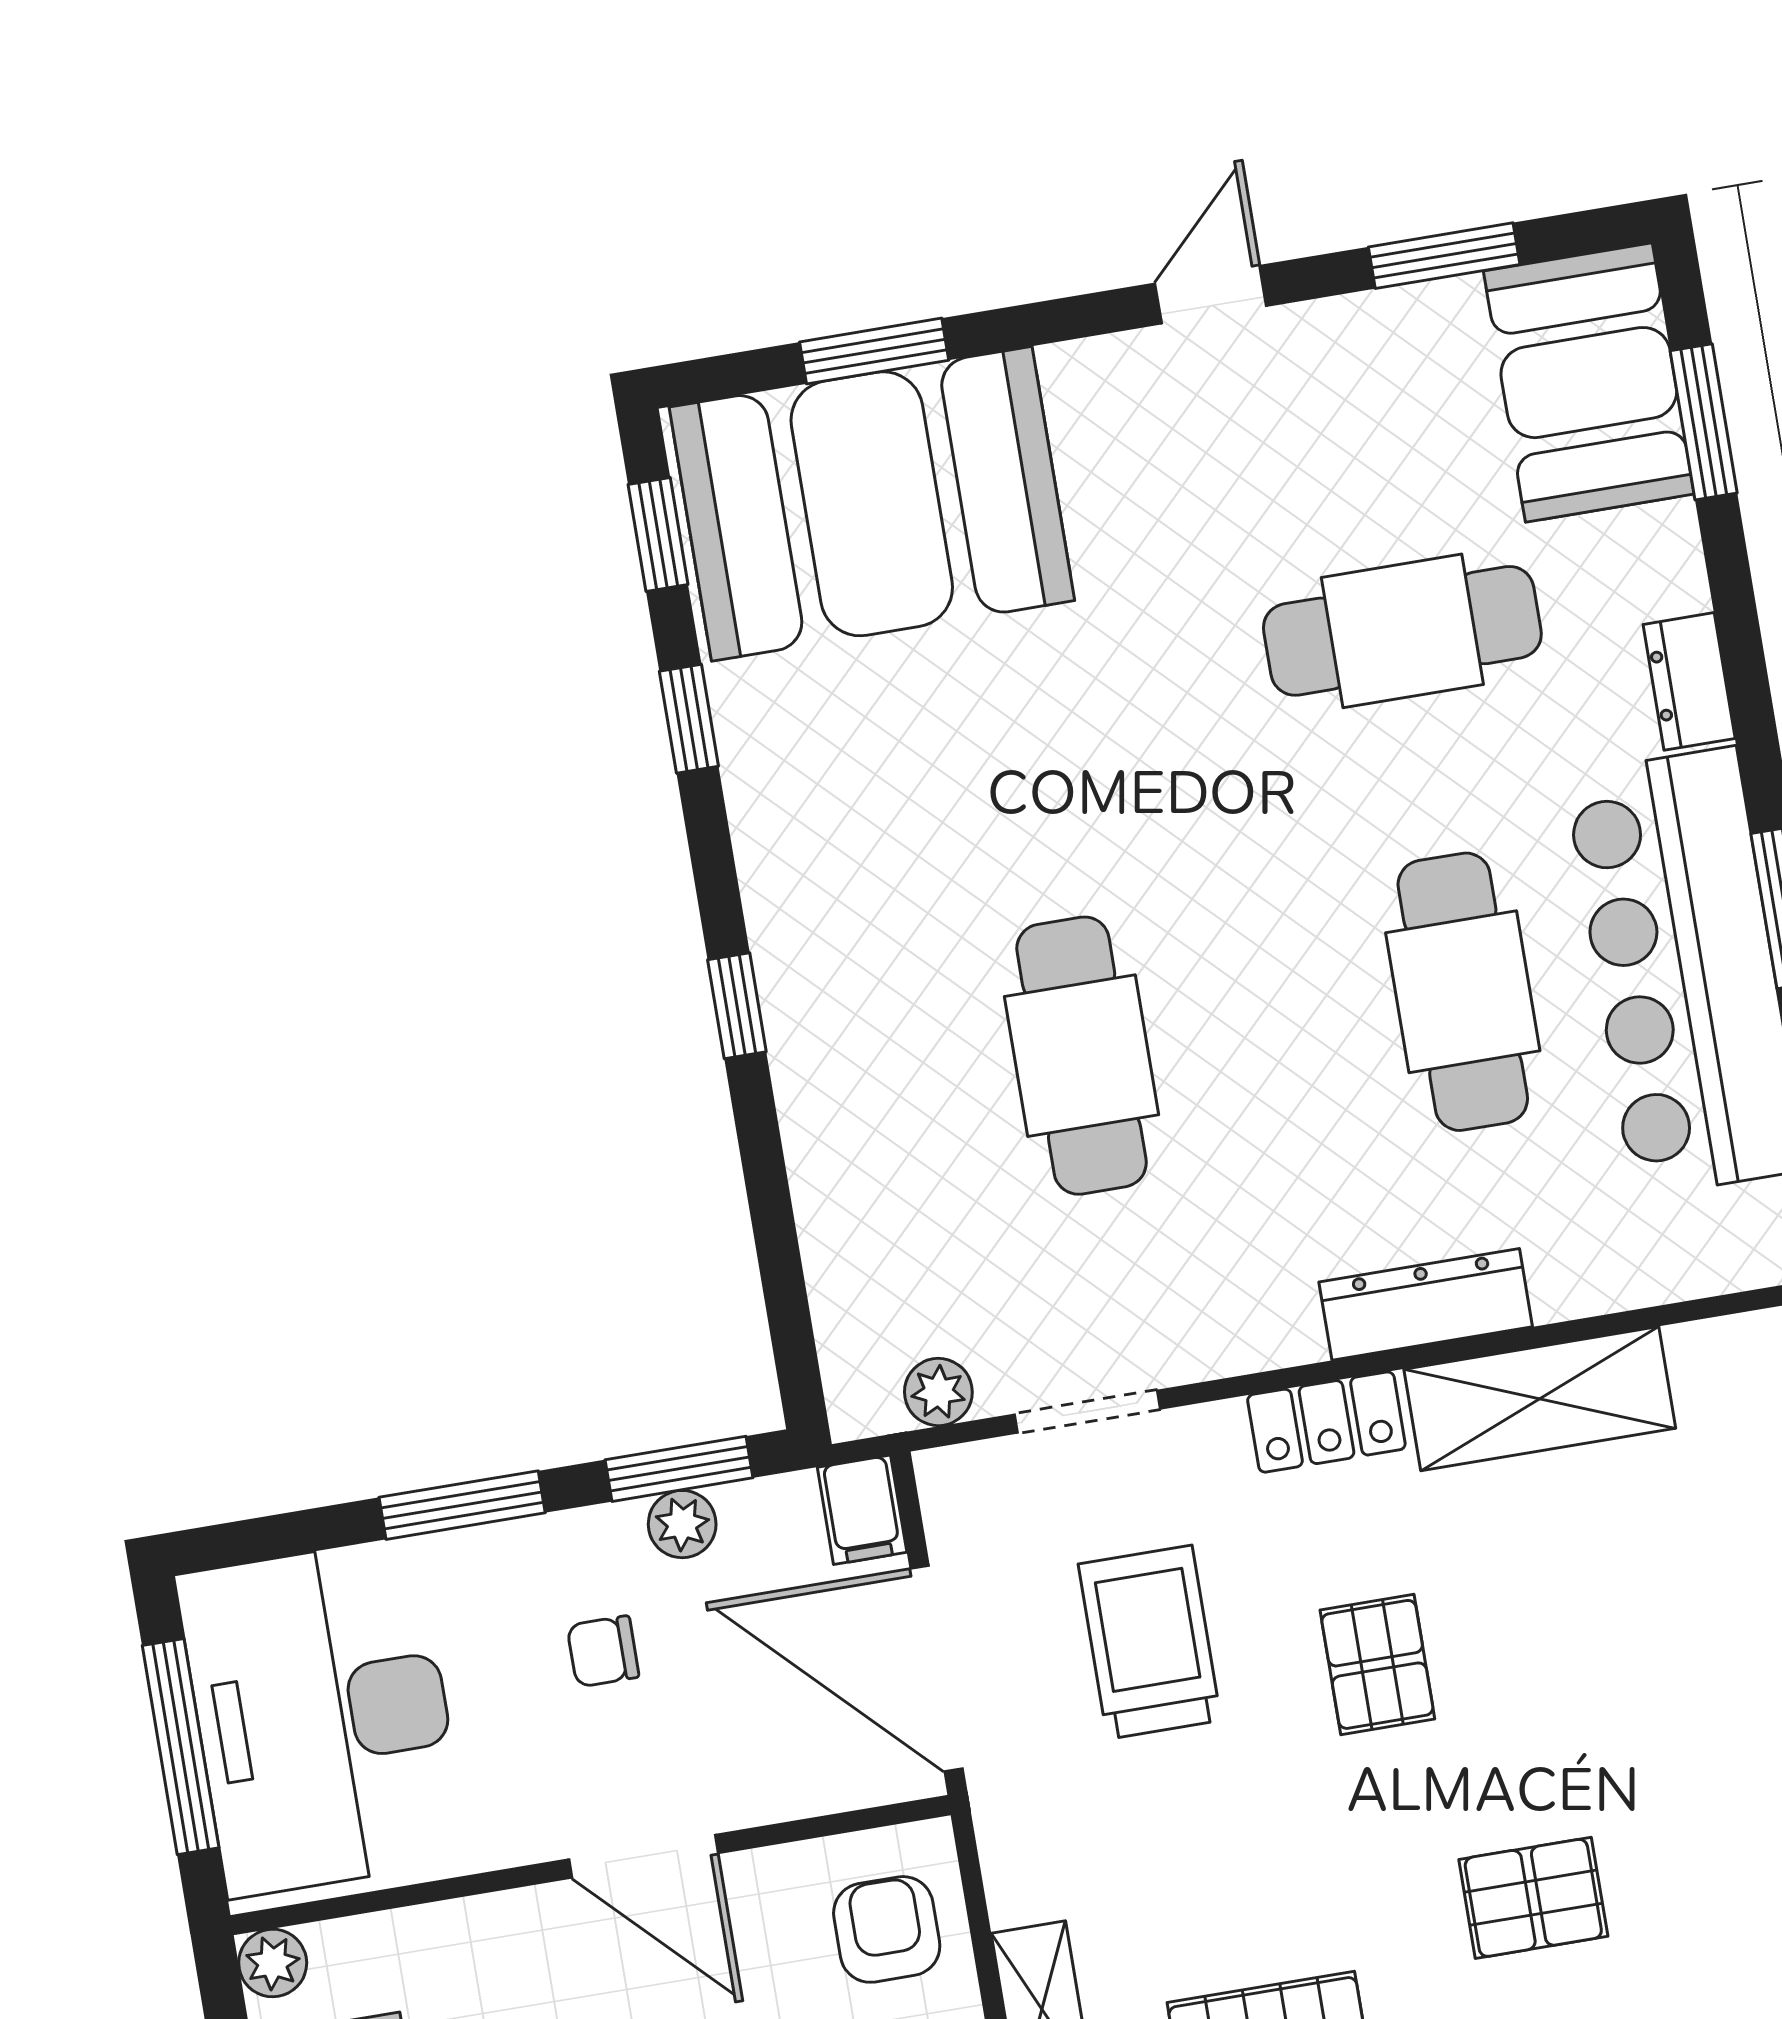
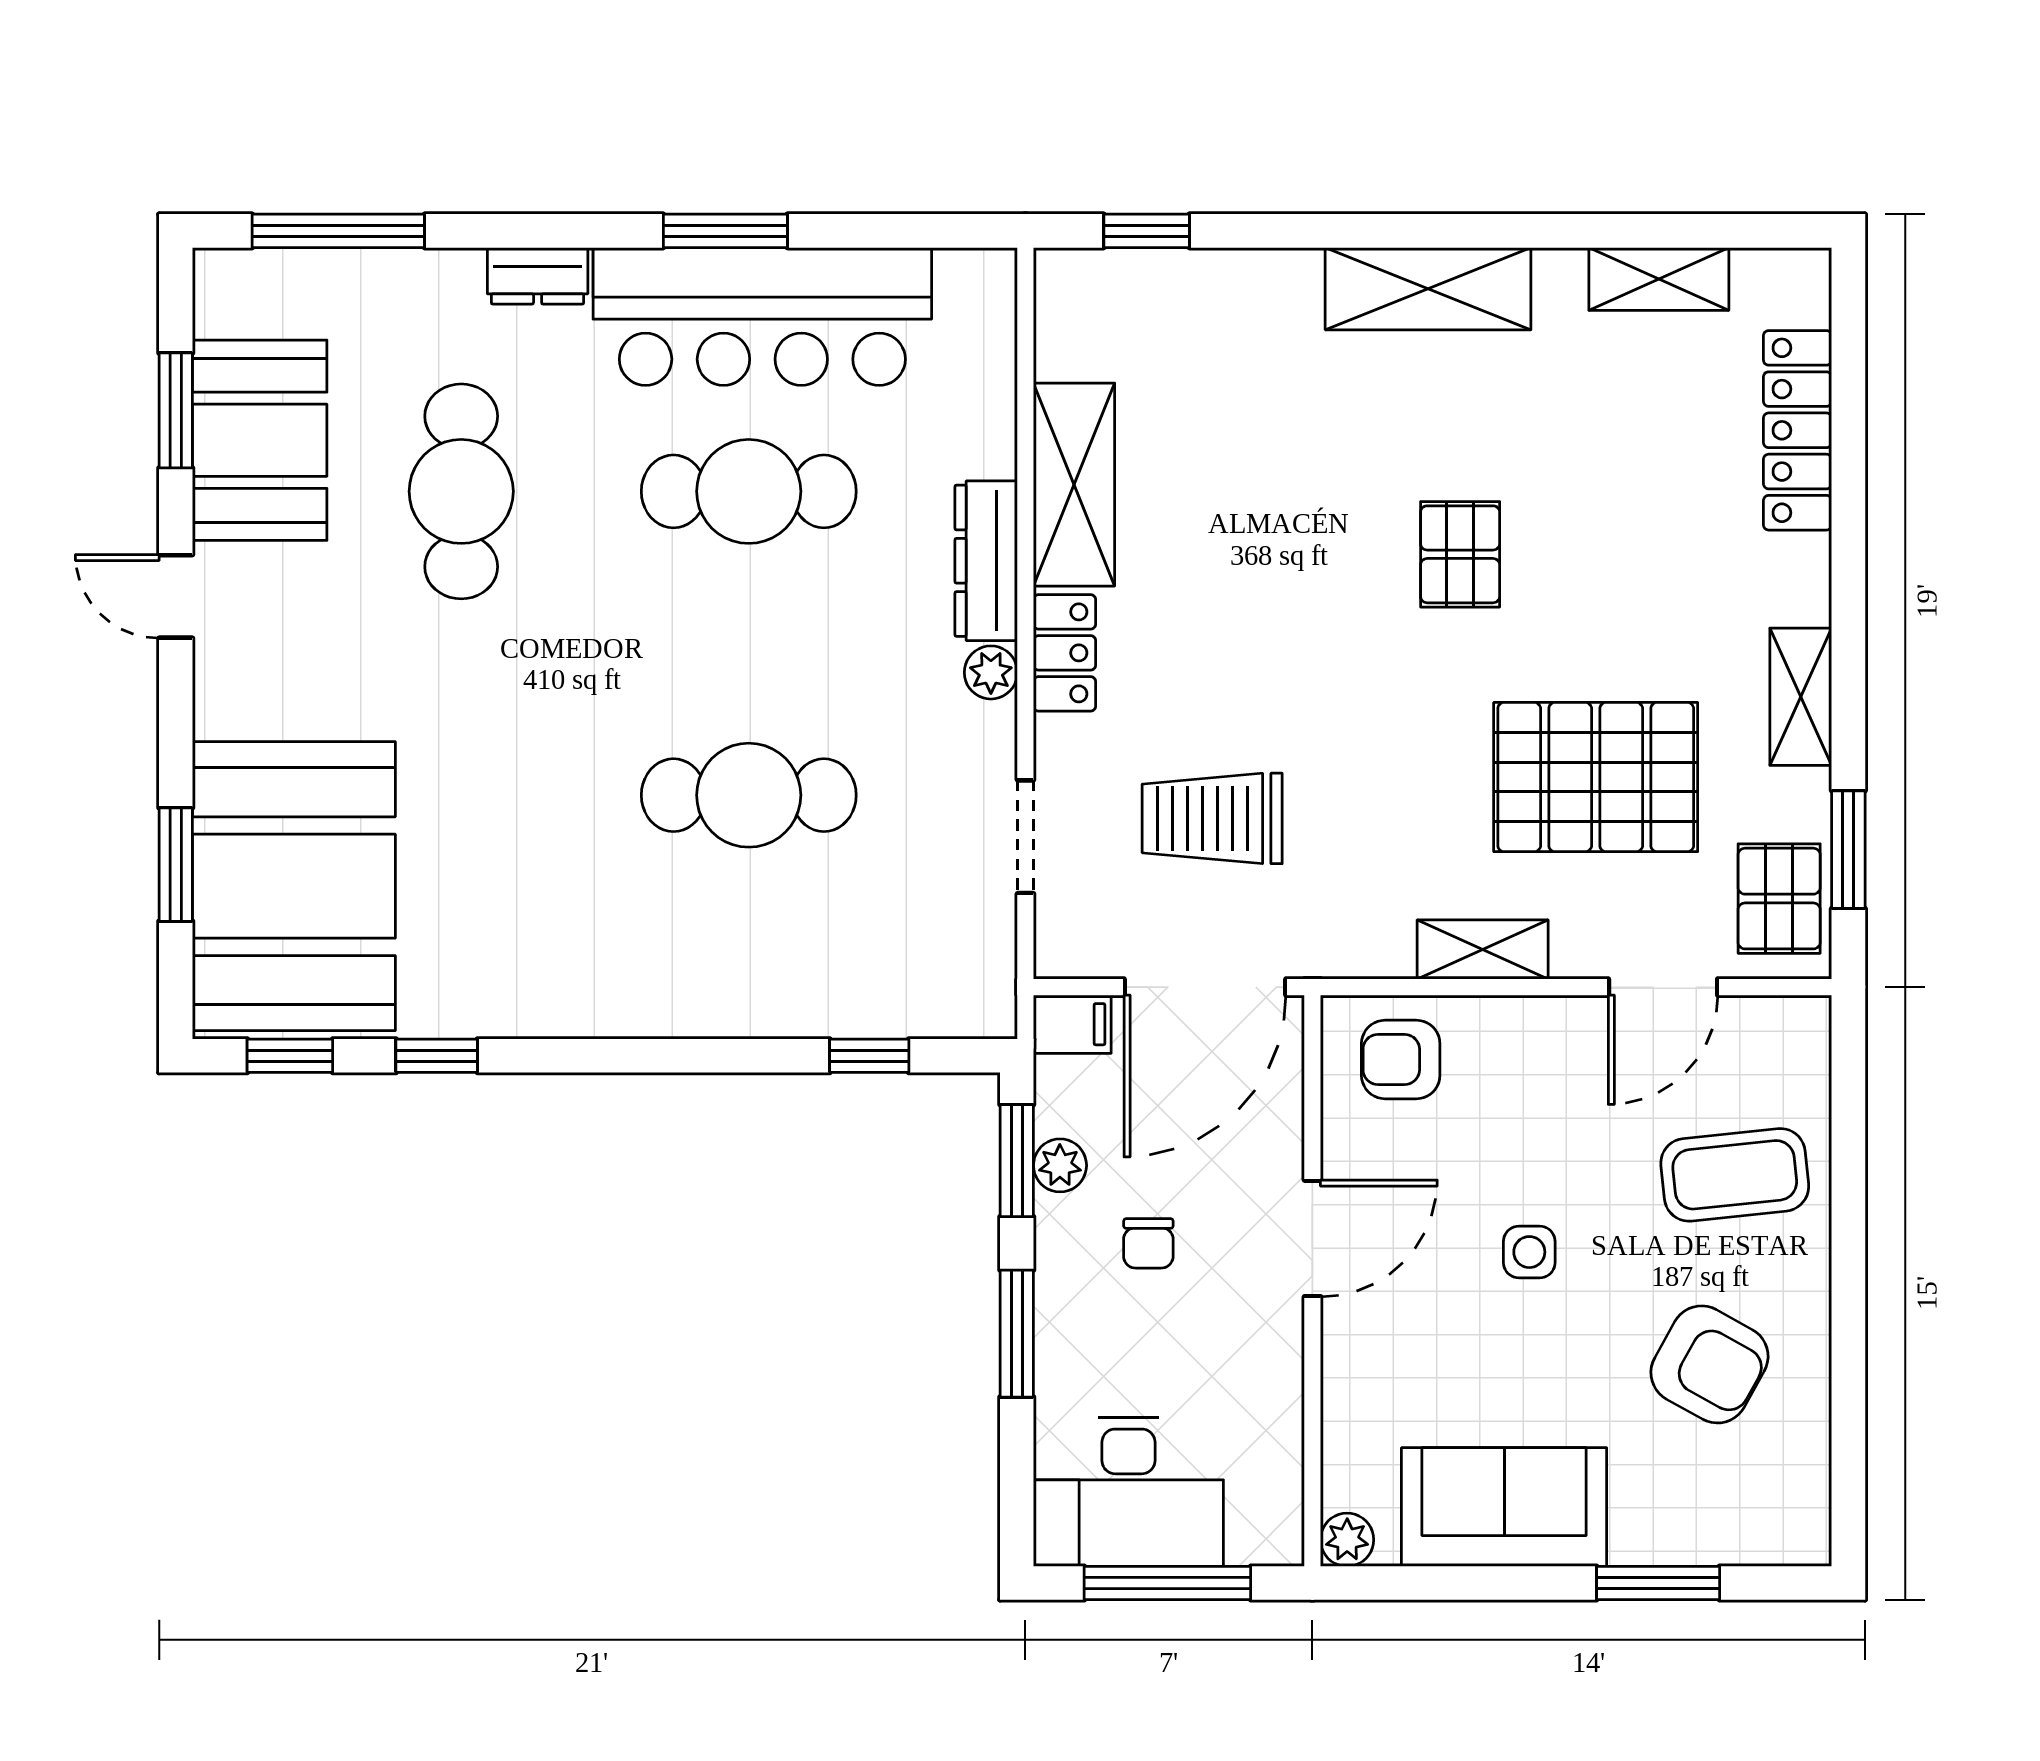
booth: (1589, 383) -> (260, 440), moved, turned 90
window: (1704, 422) -> (338, 231), width x1.44
window: (737, 1006) -> (869, 1056), moved
plant: (938, 1392) -> (991, 672), moved
pallet: (1377, 1664) -> (1259, 645), removed
desk: (322, 1717) -> (1128, 1492), width x0.73, depth x0.77

